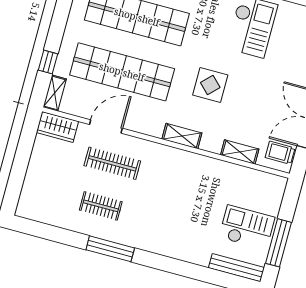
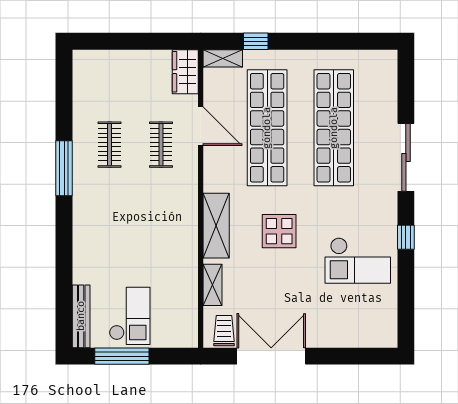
shelving: (182, 136) -> (216, 226), width x1.50, depth x1.33
clothes rail: (112, 163) -> (161, 145), width x0.73

